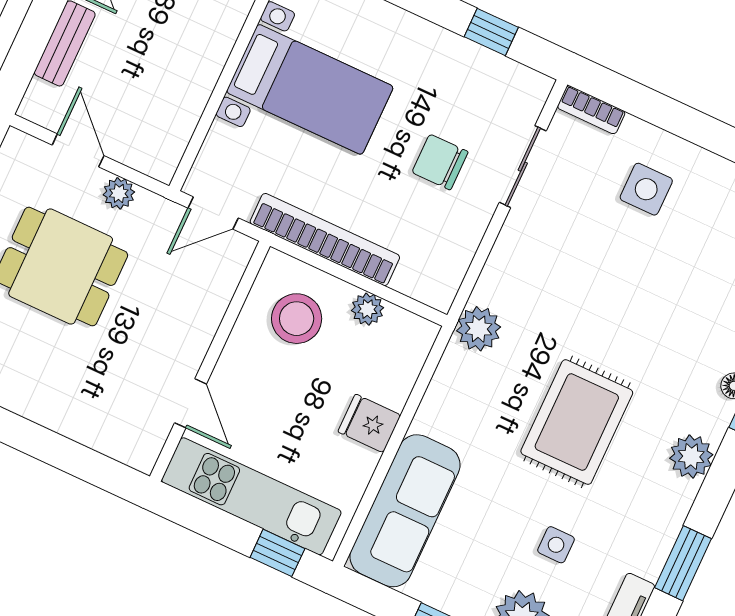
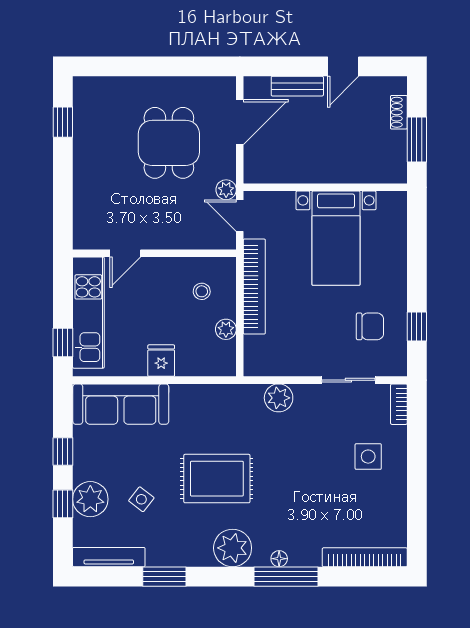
door: (78, 150) -> (240, 122), width x1.38
chair: (440, 162) -> (370, 326), moved, turned 90
plant: (119, 193) -> (226, 190), moved
stool: (297, 319) -> (202, 291), width x0.53, depth x0.53
plant: (479, 329) -> (279, 398), moved
plant: (691, 456) -> (233, 548), width x1.36, depth x1.36
side table: (556, 545) -> (141, 499), turned 38

